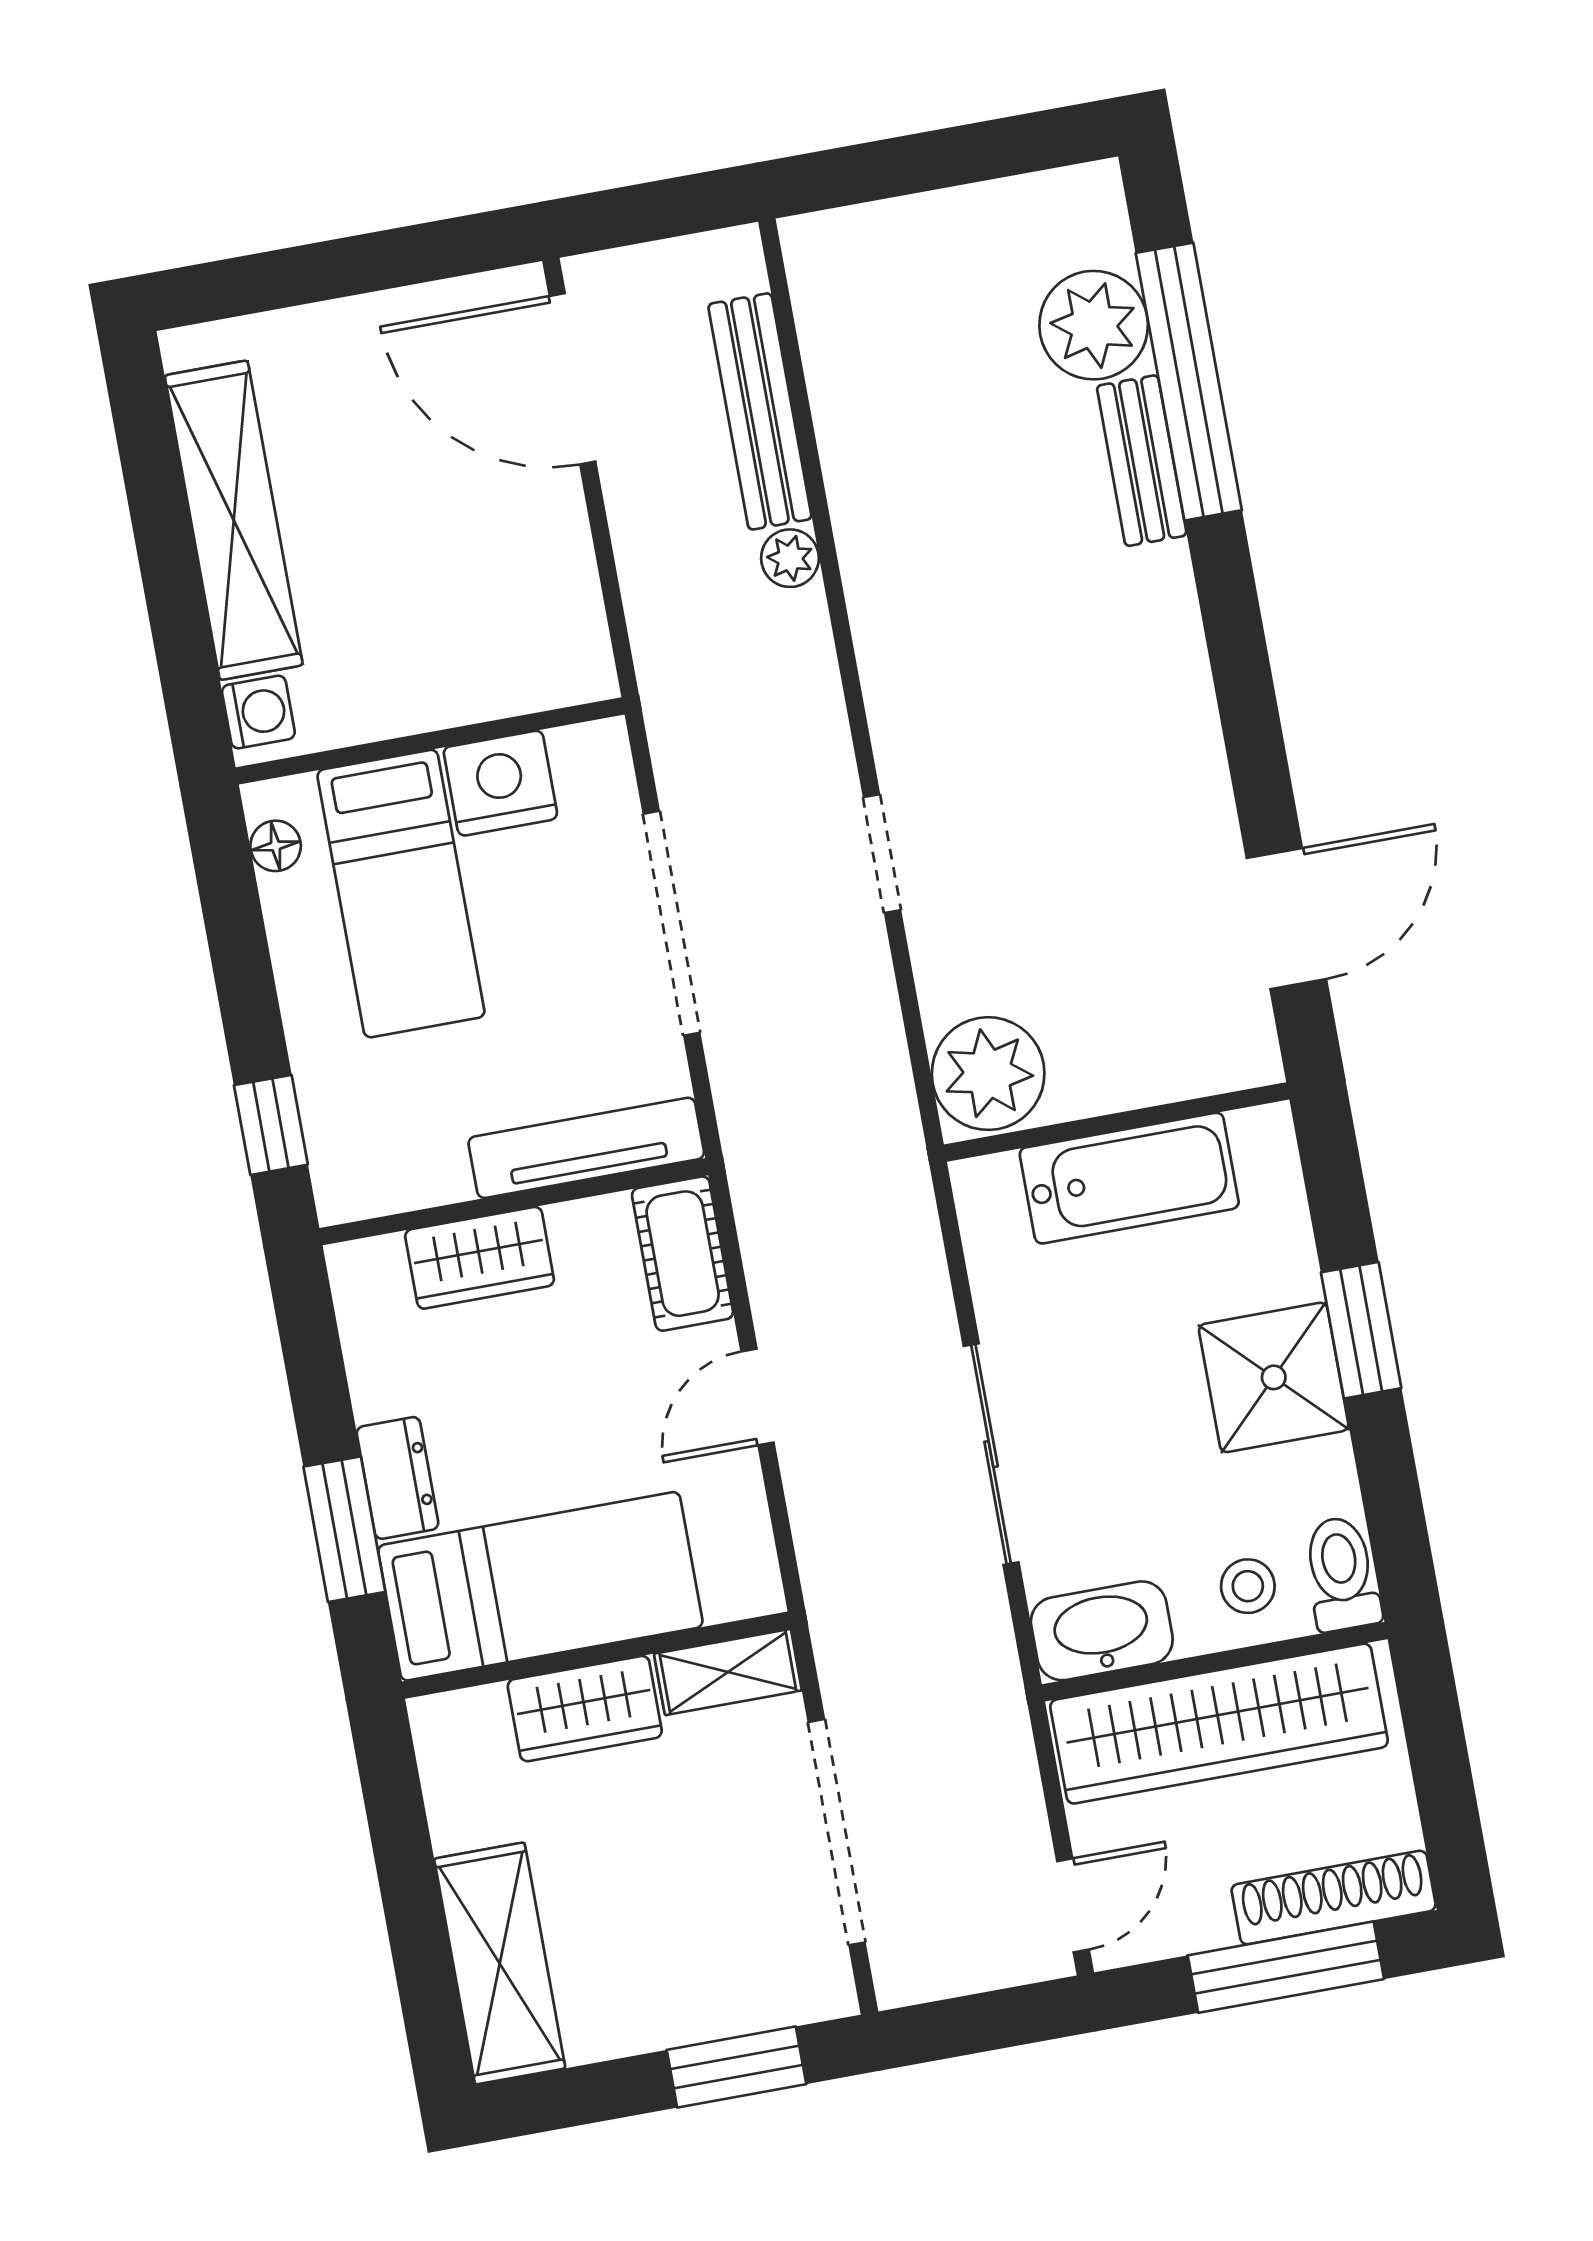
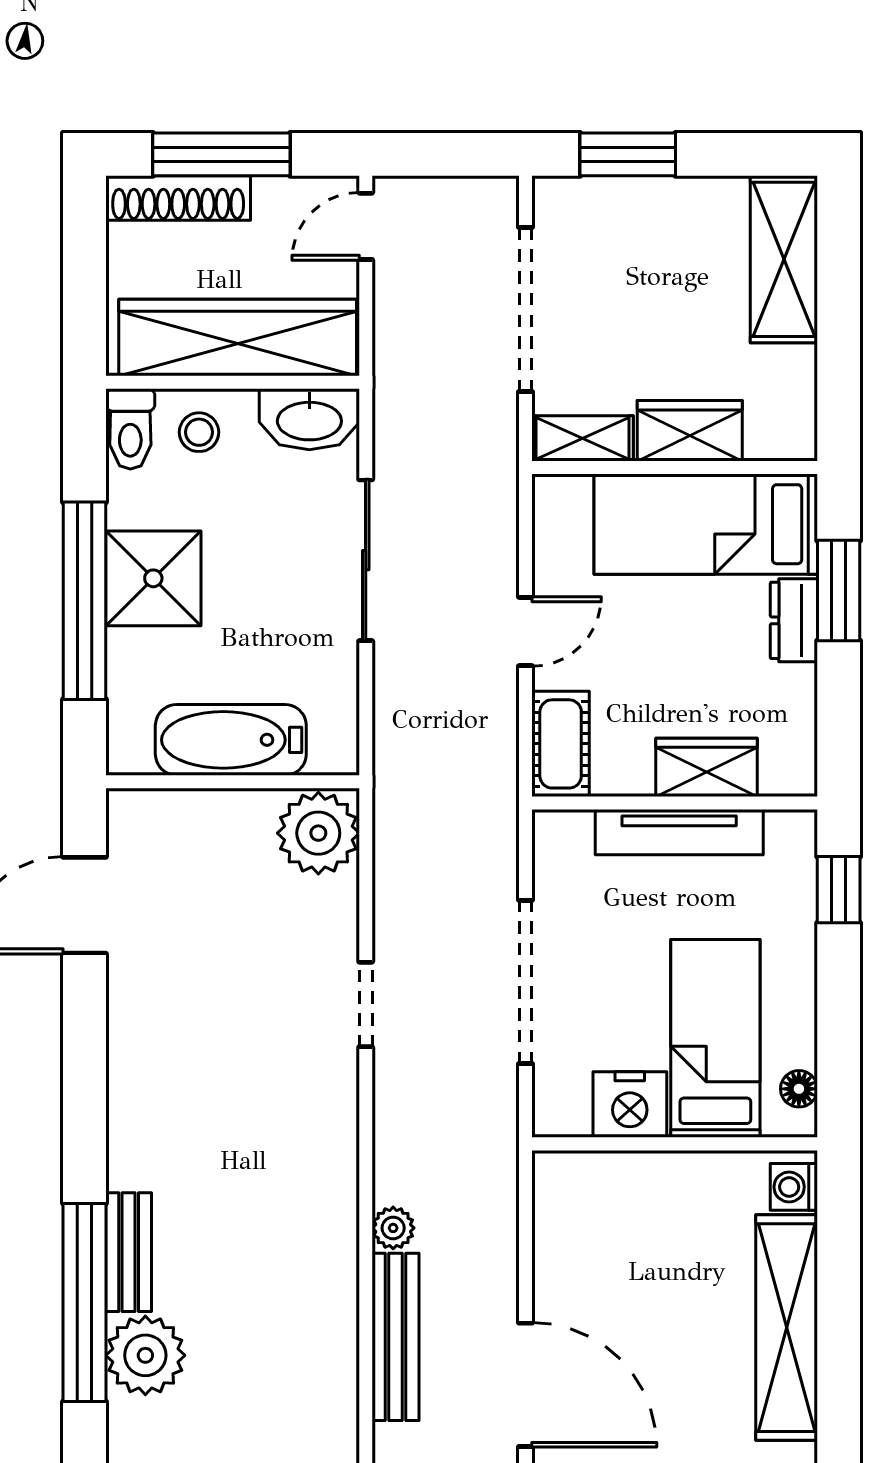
tv unit: (586, 1148) -> (679, 832), moved
window: (1361, 1330) -> (85, 601), width x2.11

